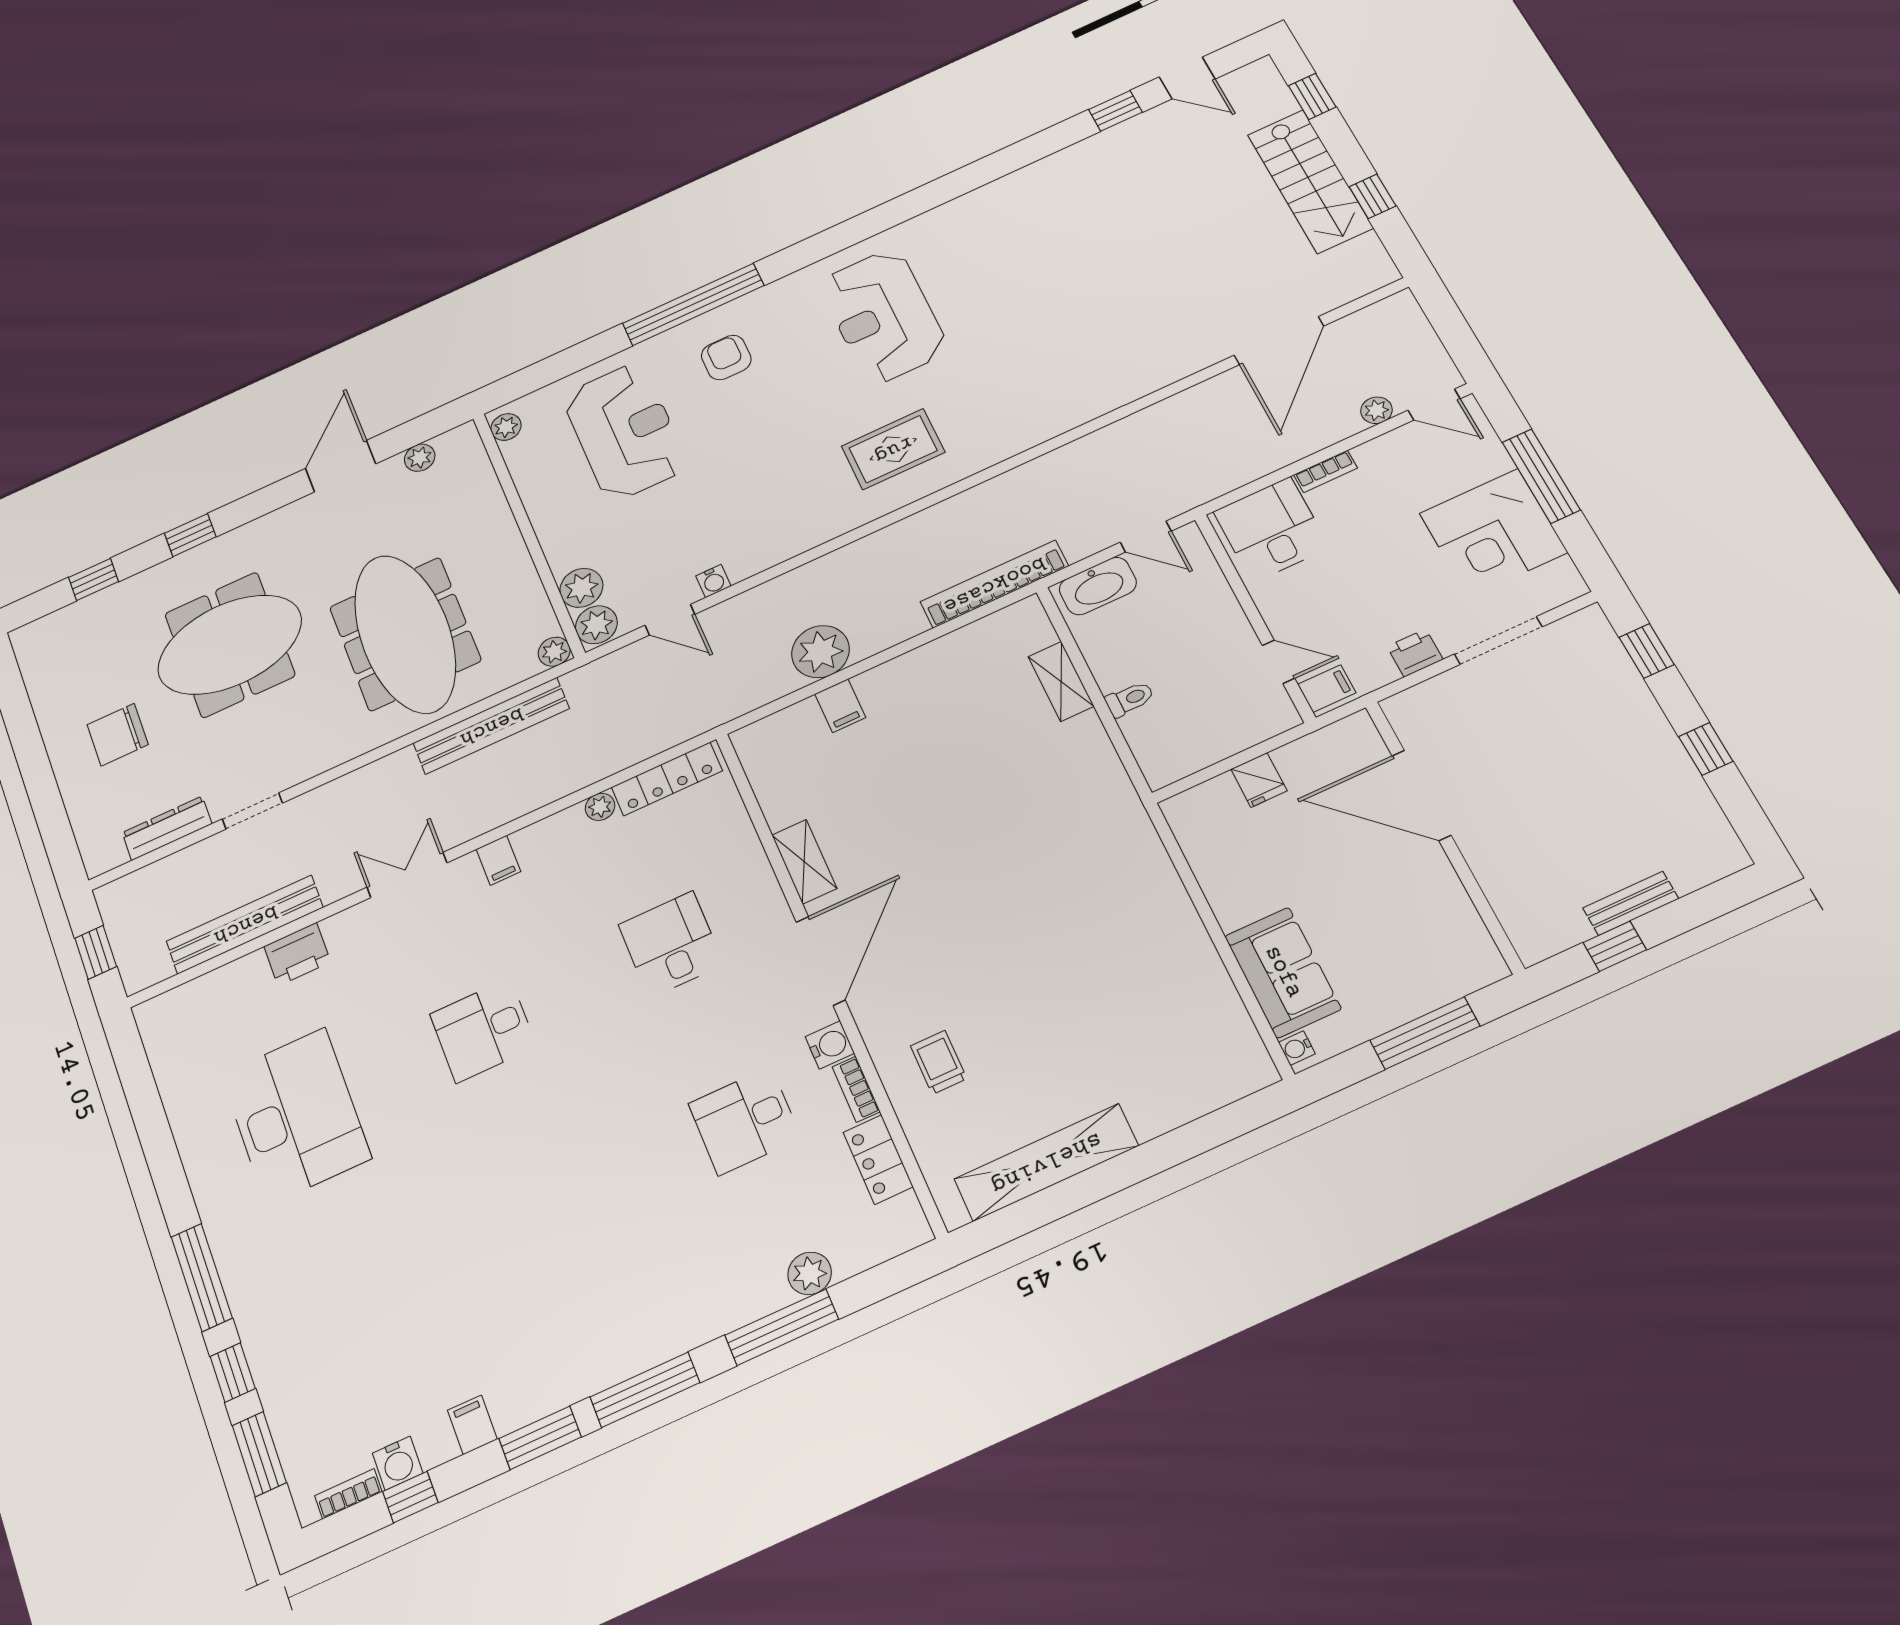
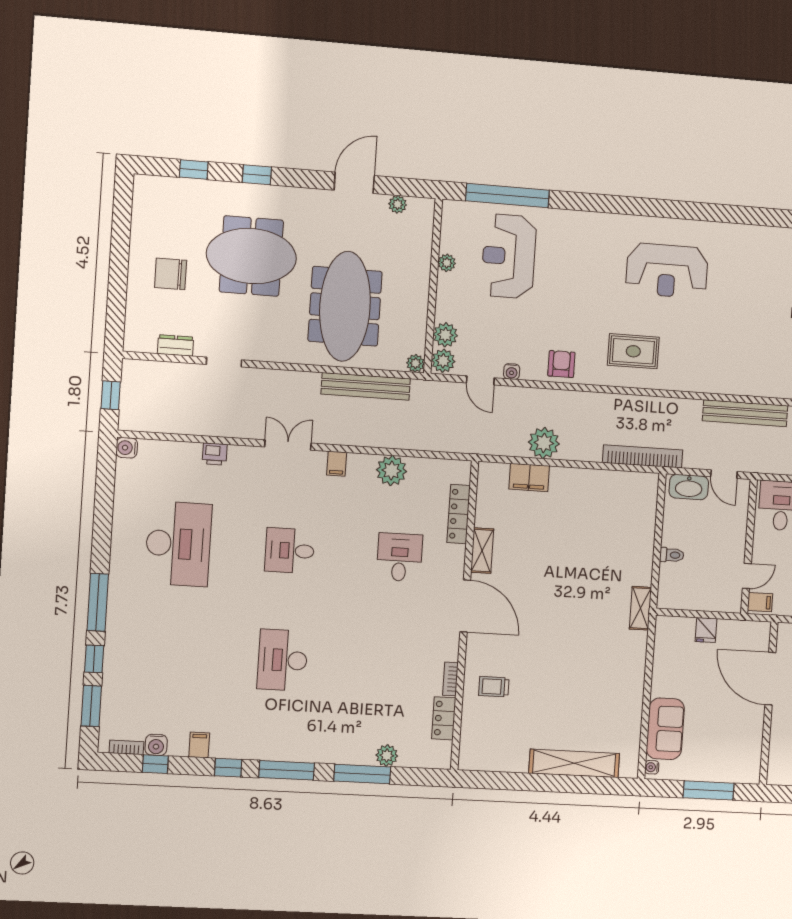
window: (693, 304) -> (508, 196), moved
reception desk: (883, 316) -> (667, 271), turned -90
armchair: (726, 357) -> (561, 364), moved
plant: (506, 427) -> (447, 263), moved
reception desk: (625, 431) -> (509, 256), turned 180
door: (1278, 662) -> (747, 576), hinge flipped
shelving: (1061, 681) -> (640, 608), moved
filing cabinet: (840, 706) -> (529, 477), width x2.00
locker: (667, 779) -> (459, 514), moved, turned 90
plant: (600, 807) -> (391, 471), width x1.87, depth x1.87
dresser: (167, 828) -> (176, 345), width x0.70
bench: (245, 924) -> (745, 413), moved
printer: (297, 954) -> (215, 454), width x0.73, depth x0.81
door: (821, 961) -> (465, 606), hinge flipped
water cooler: (830, 1045) -> (127, 448), moved, turned 180
trolley: (939, 1062) -> (494, 687), turned -90
desk: (745, 1121) -> (283, 660), moved, width x1.37
shelving: (1046, 1162) -> (574, 763), moved
window: (540, 1438) -> (228, 768), width x0.67

